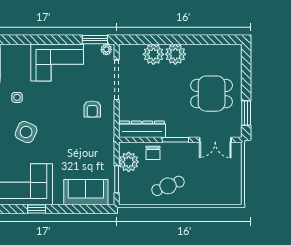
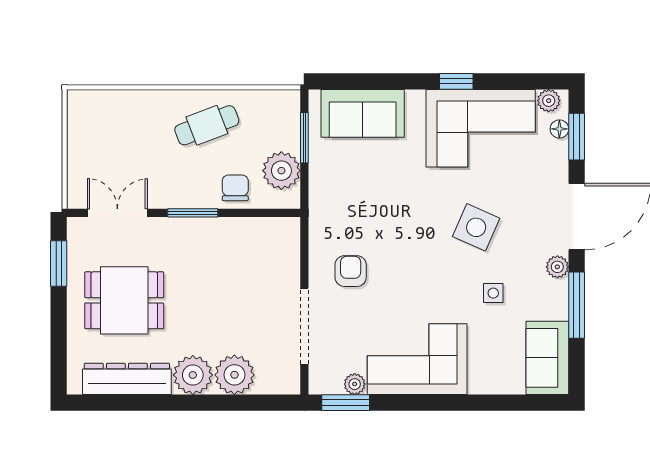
plant: (106, 49) -> (355, 384), moved
dresser: (142, 129) -> (127, 379), moved, turned 180

